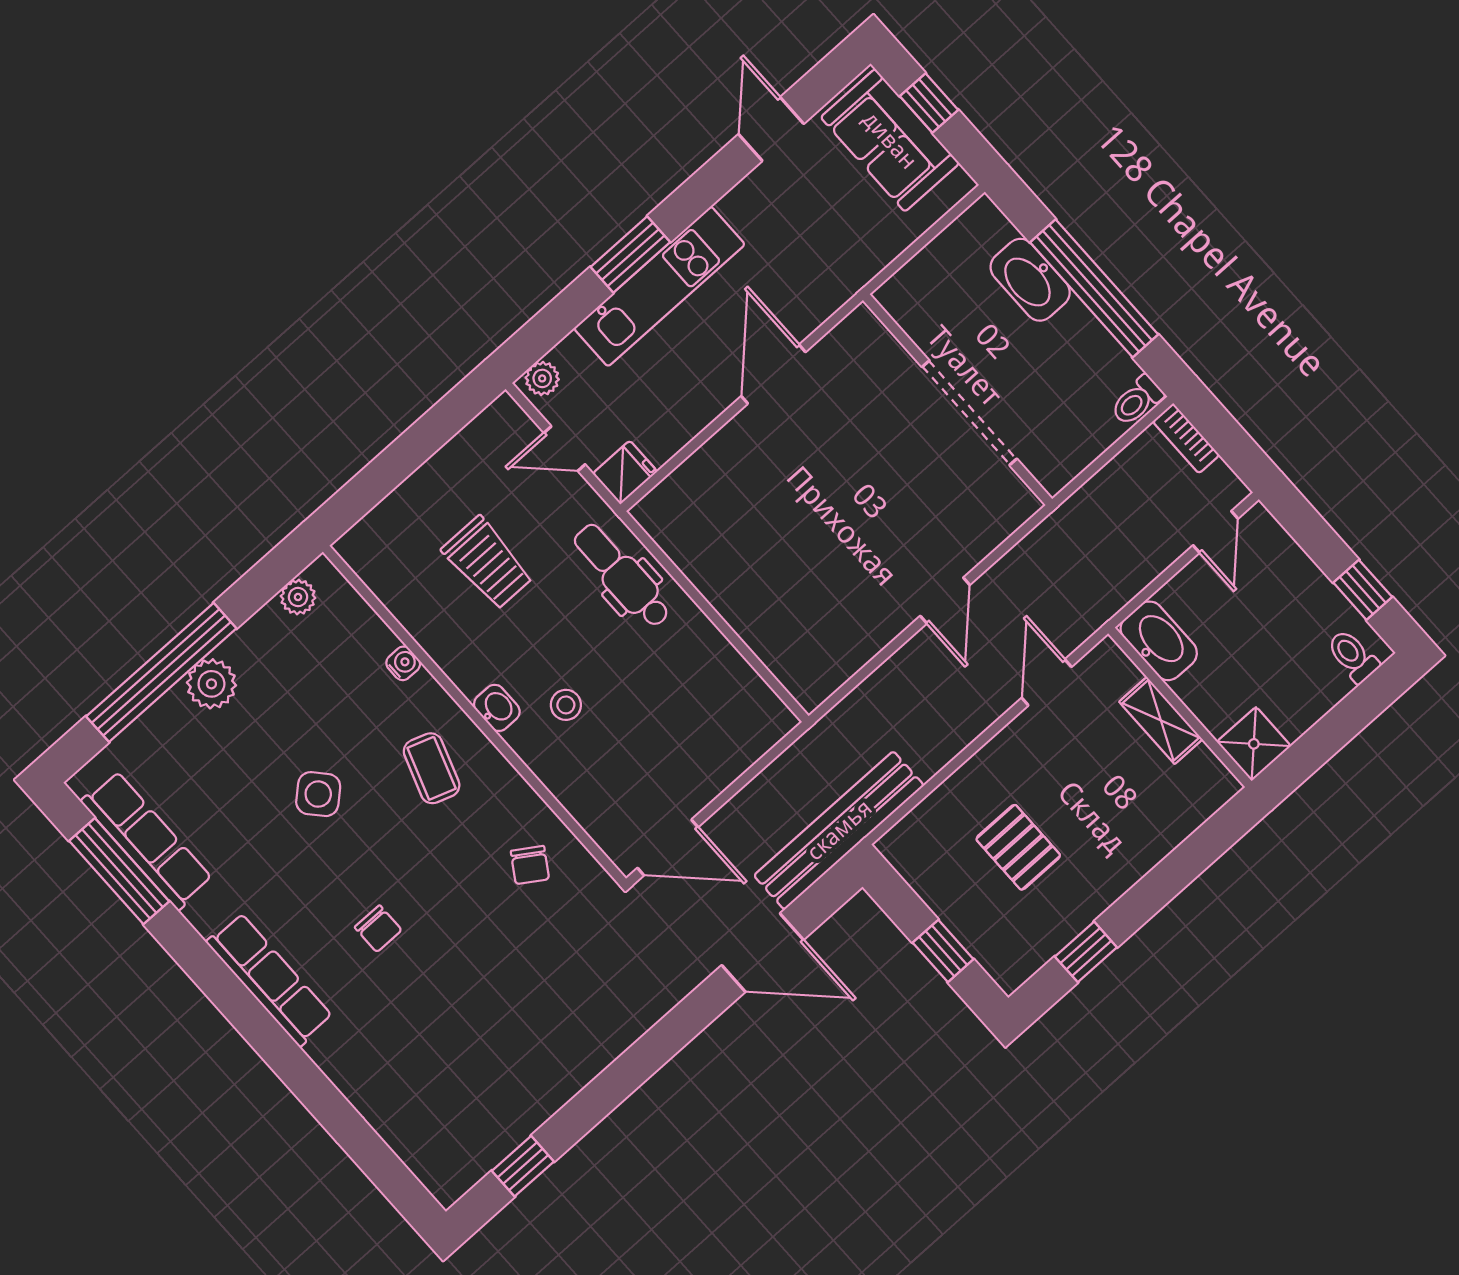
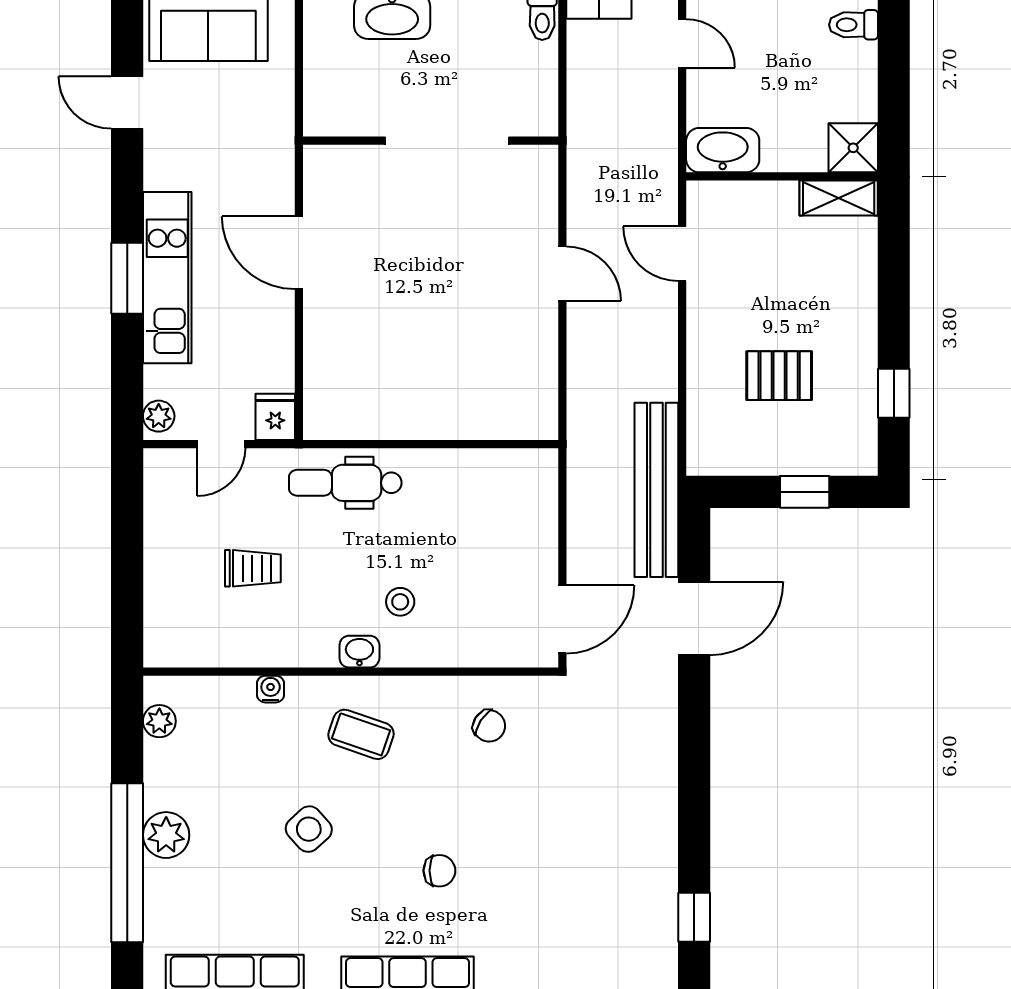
trolley: (488, 563) -> (253, 568), width x0.73, depth x0.72
shelving: (1161, 720) -> (839, 198), moved

